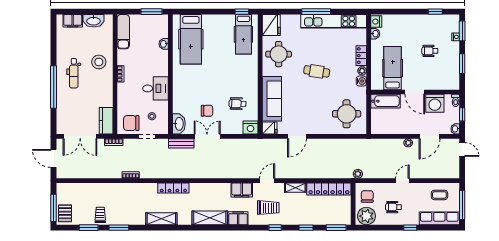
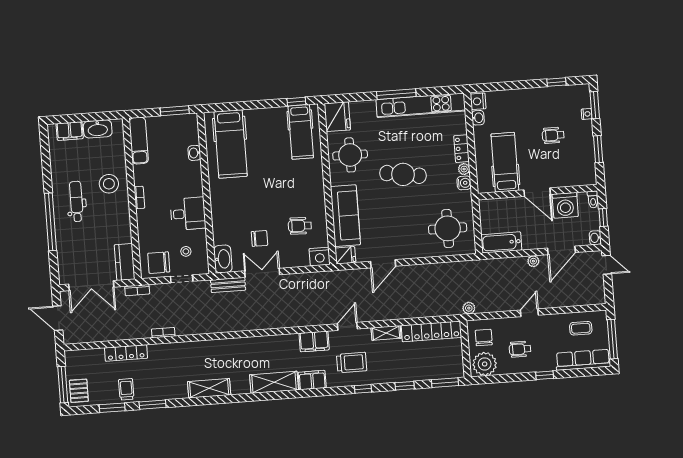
cafe table: (317, 71) -> (403, 174), width x1.37, depth x1.35
dental chair: (74, 73) -> (76, 201), turned 180
bathtub: (386, 101) -> (501, 242), moved, turned 180
locker: (173, 188) -> (126, 353), moved

